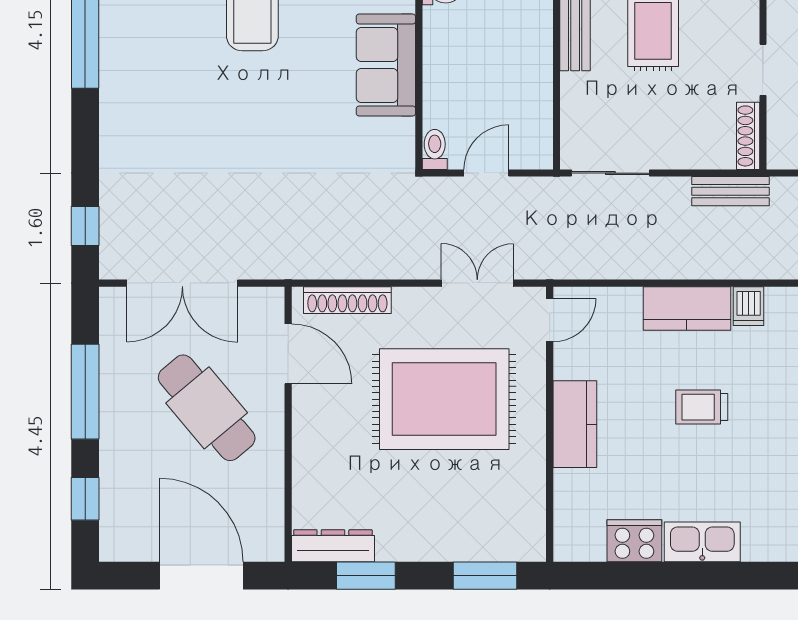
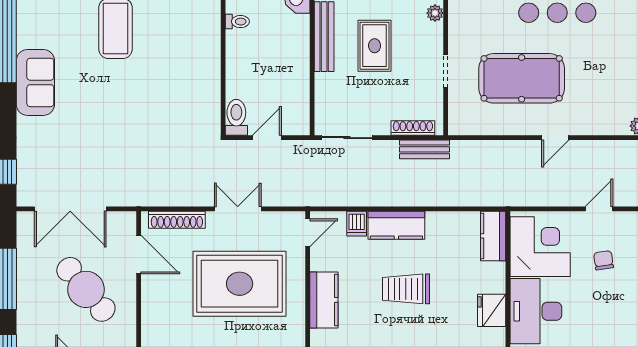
sofa: (386, 65) -> (35, 82), moved, turned 180
shoe rack: (748, 136) -> (413, 128), moved, turned 90
toilet: (435, 149) -> (236, 117), width x1.37, depth x1.39
double door: (477, 283) -> (238, 209), moved
dishwasher: (749, 306) -> (357, 224), moved
trolley: (702, 407) -> (406, 289), width x1.36, depth x1.39

